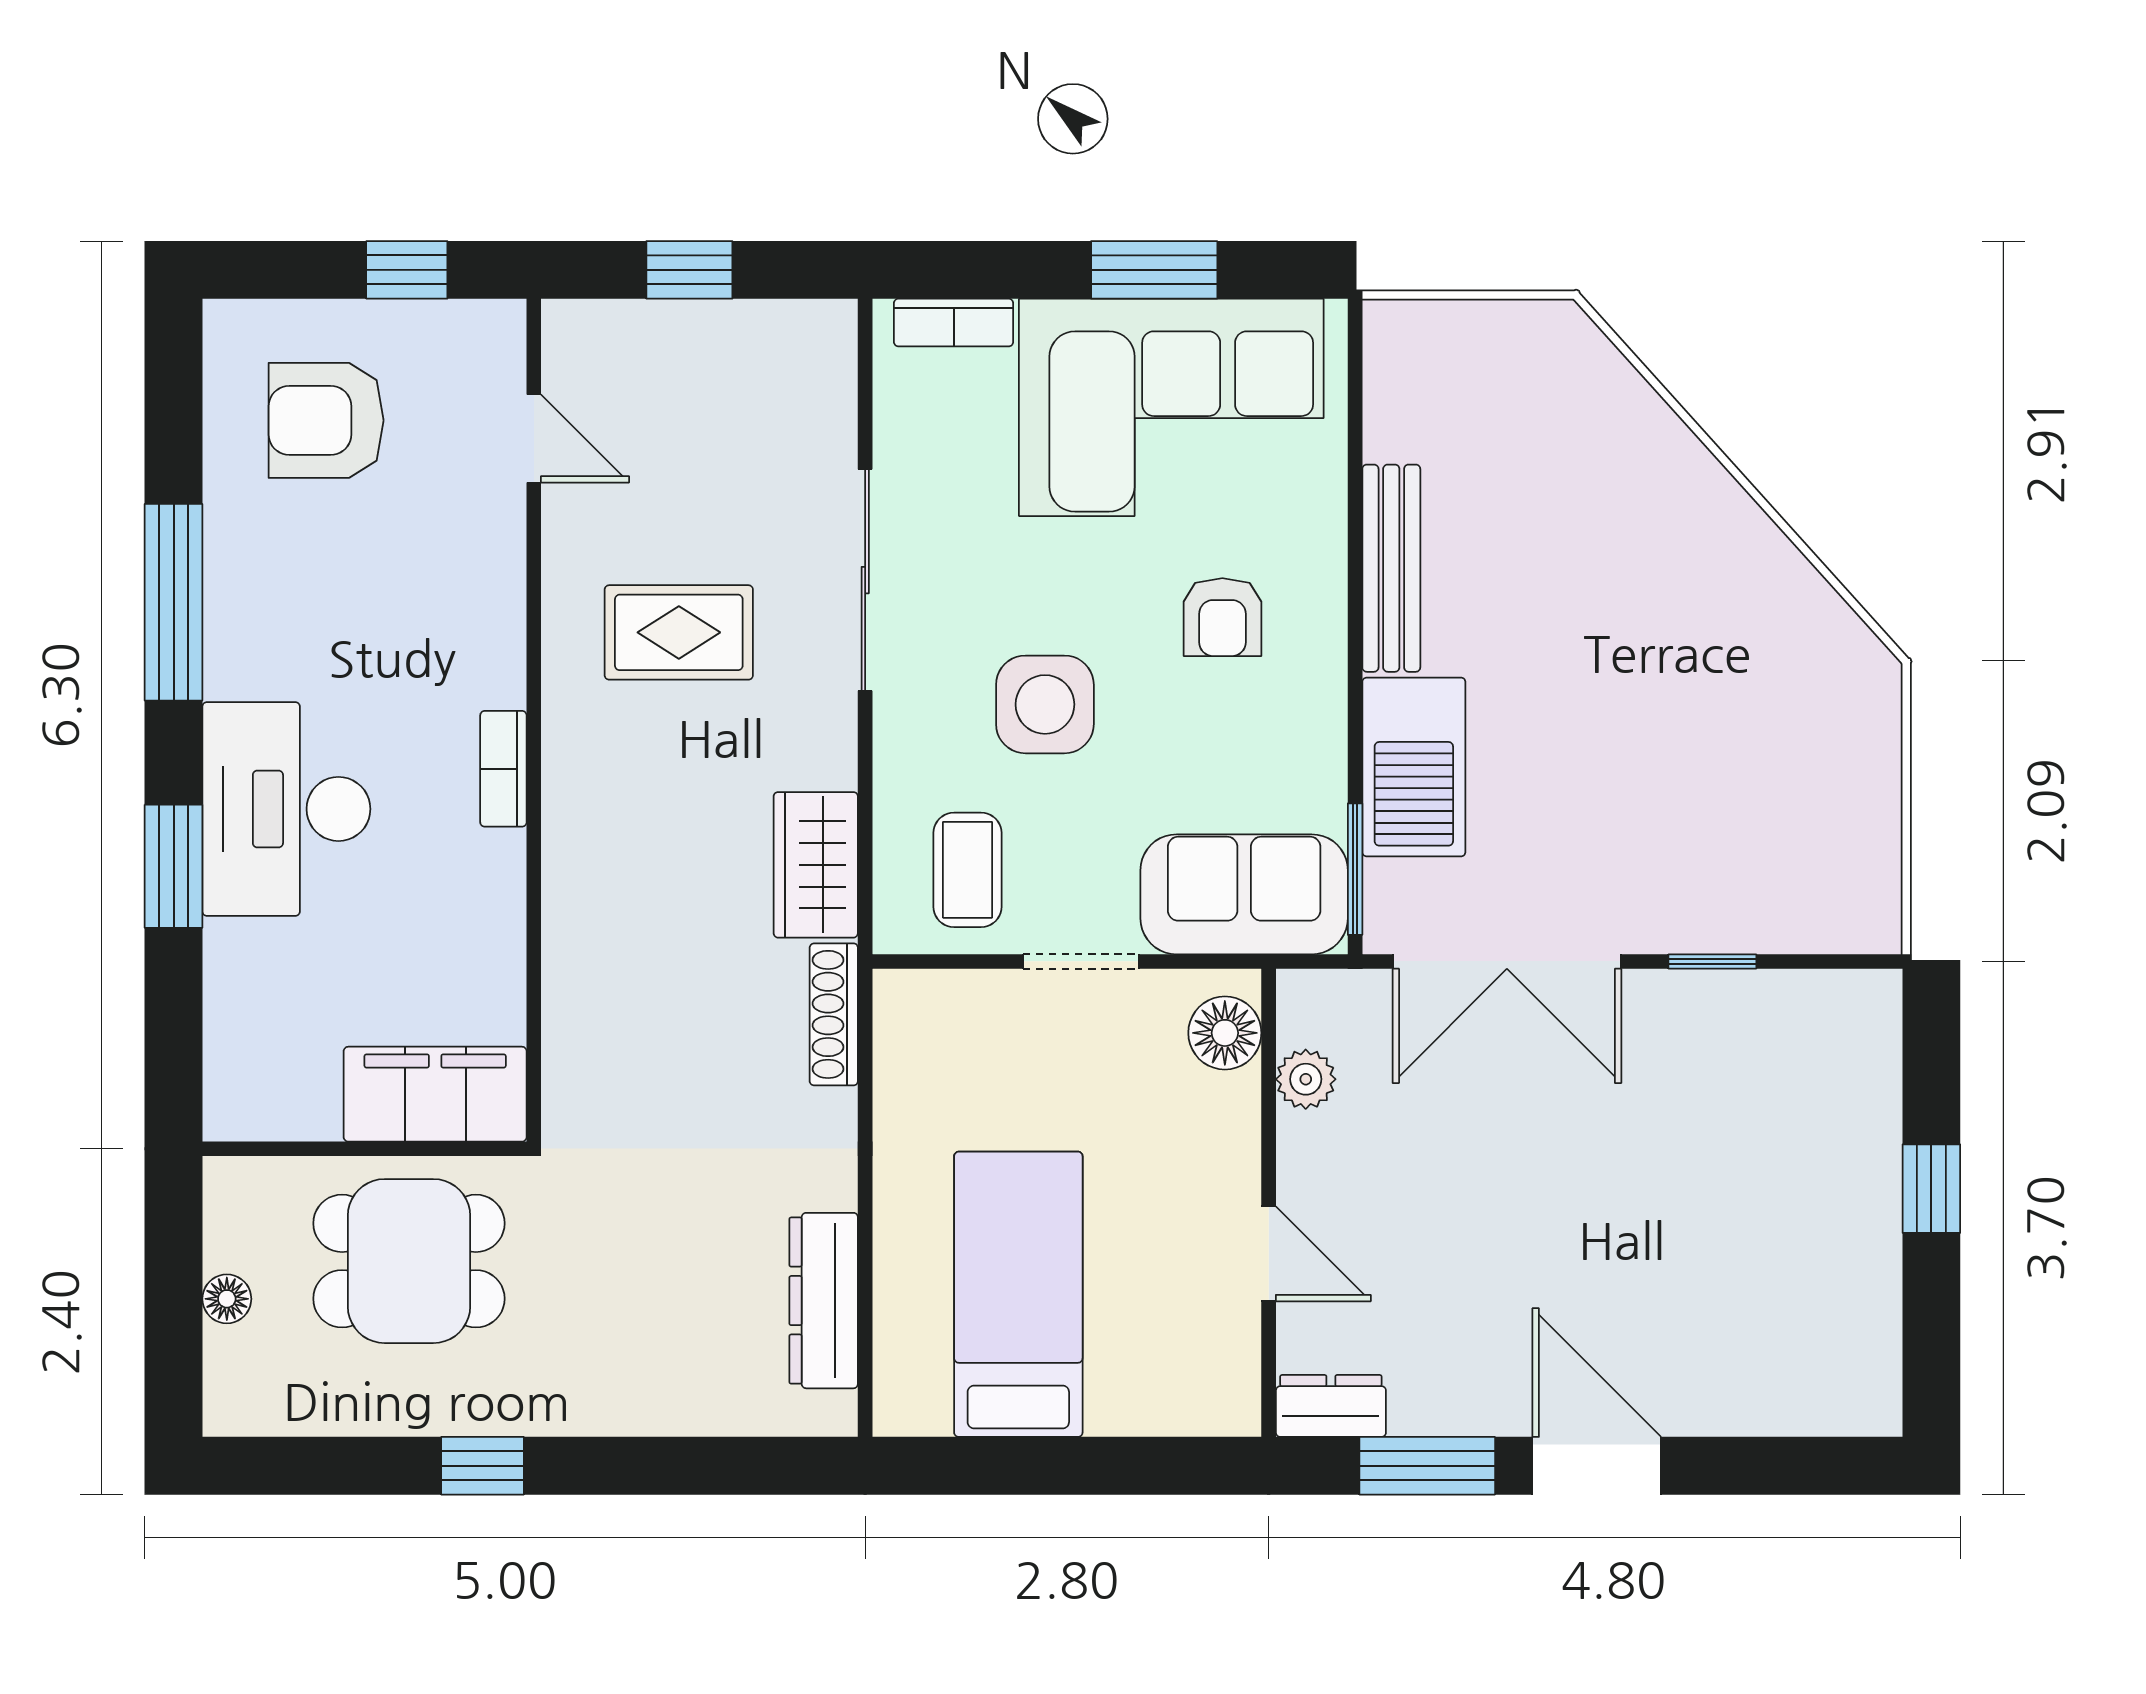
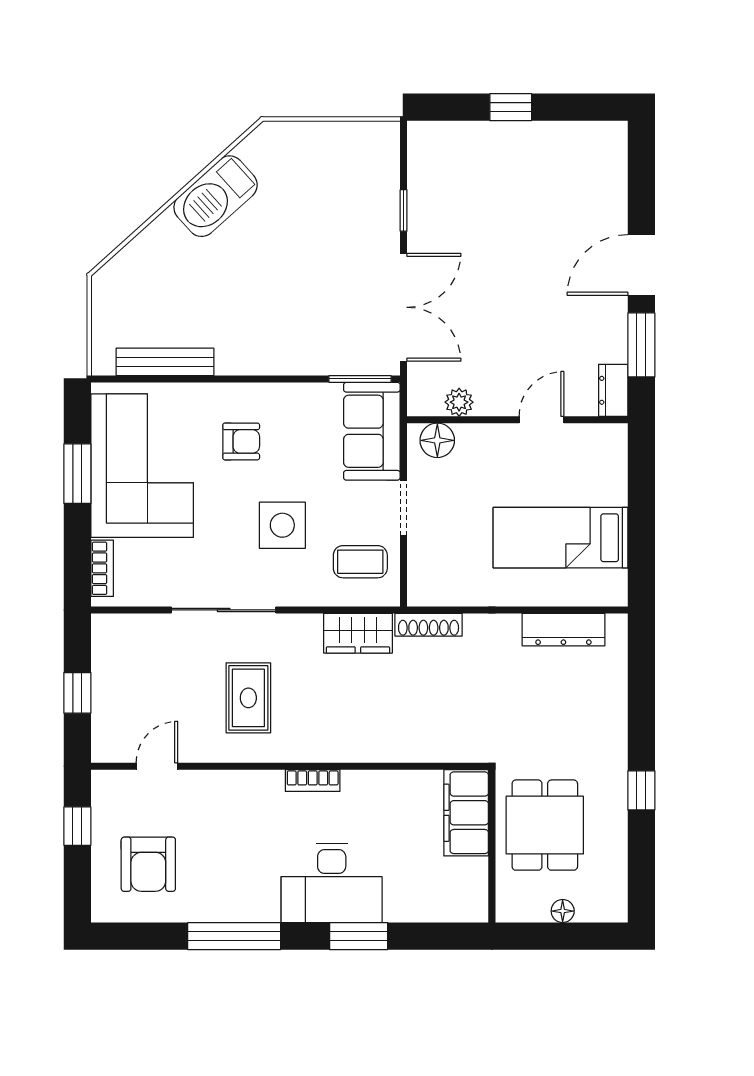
bench: (1391, 568) -> (165, 362), moved
barbecue: (1414, 767) -> (216, 196), moved, turned 138

